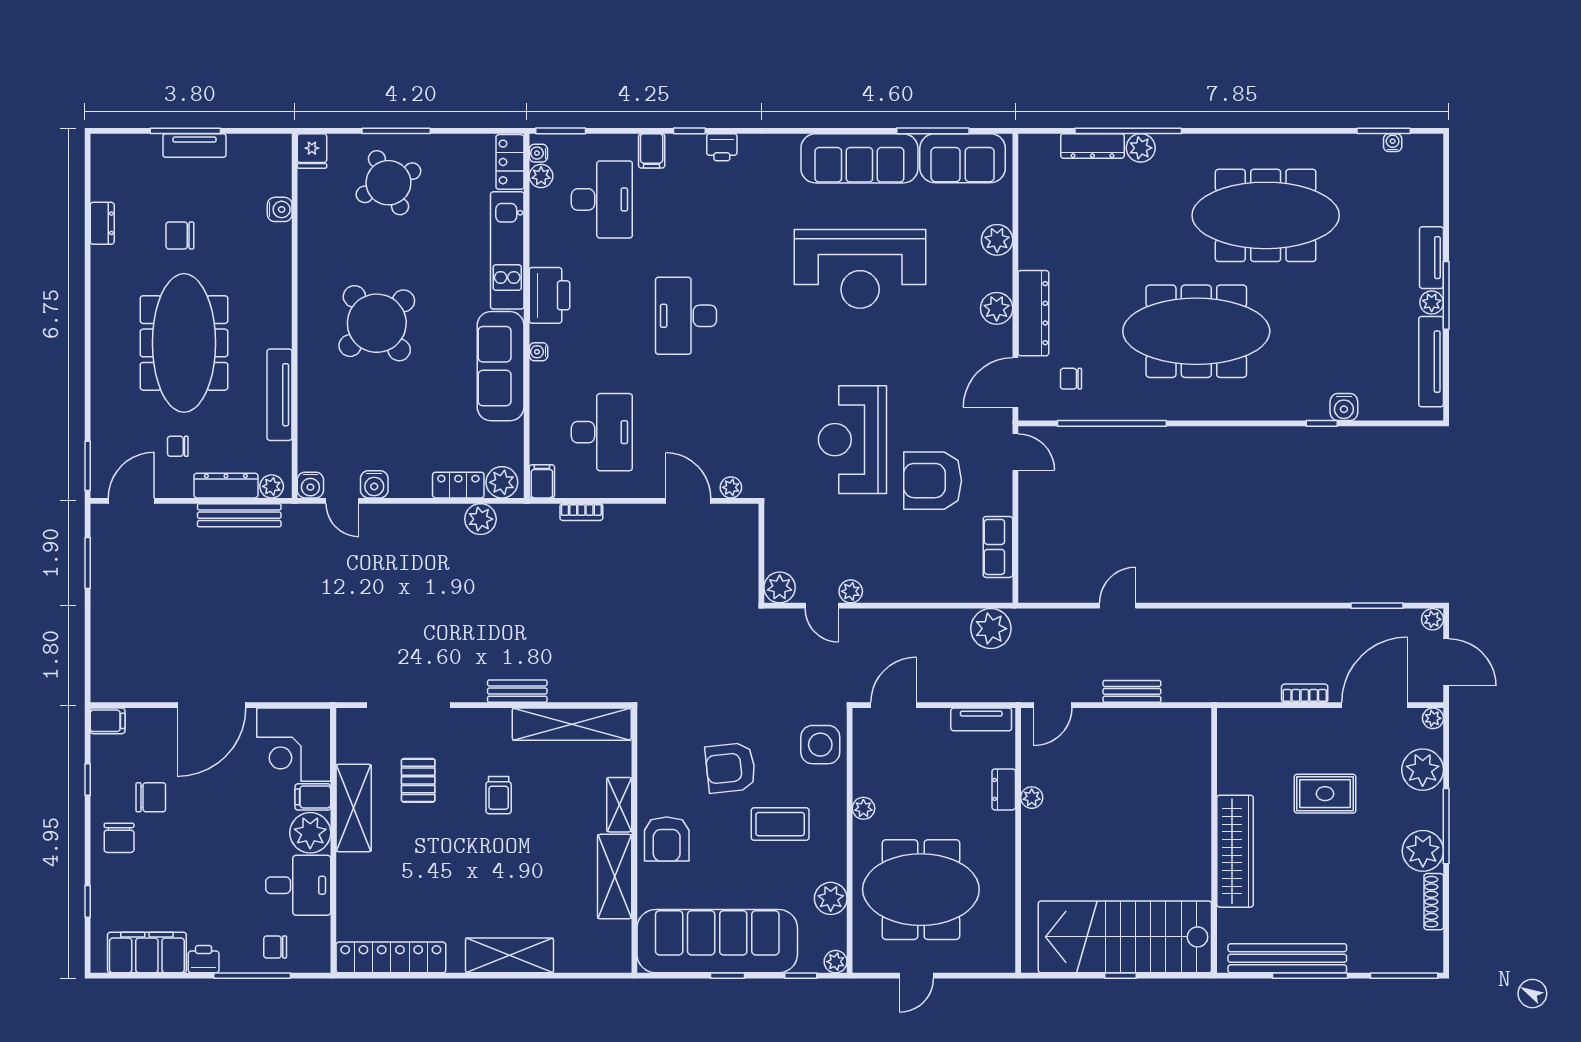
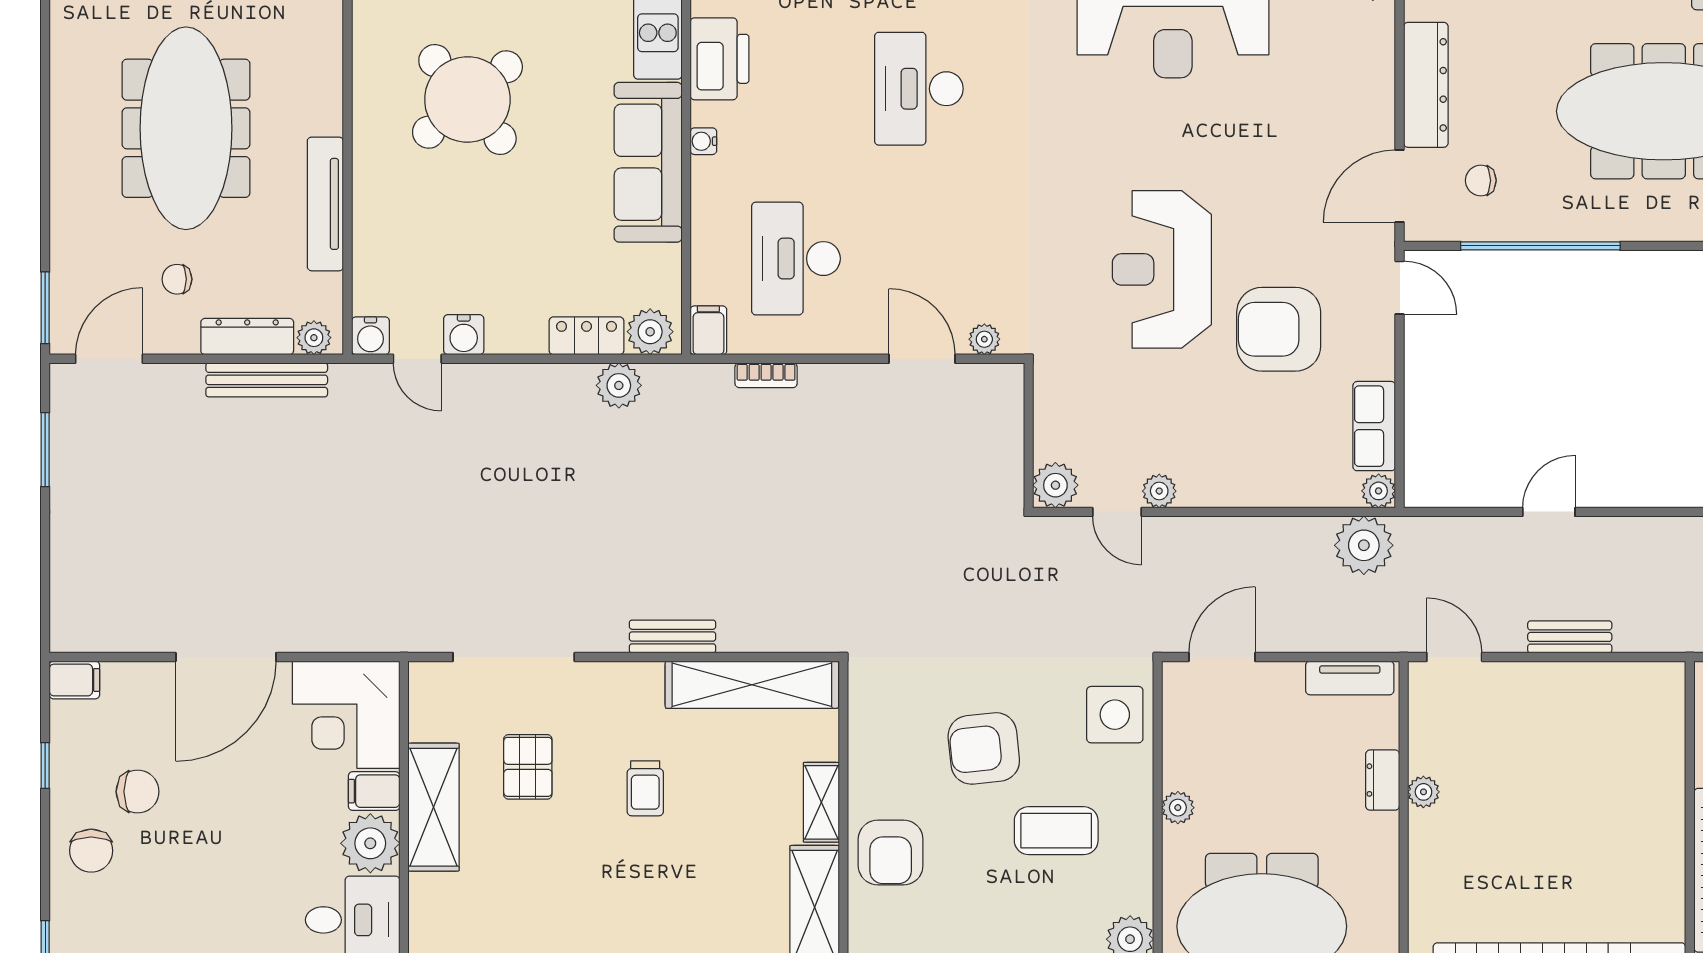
plant: (997, 308) -> (1379, 491), moved, width x0.73, depth x0.73
desk: (602, 432) -> (796, 259), turned 180
door: (1053, 705) -> (1454, 657), swing flipped

